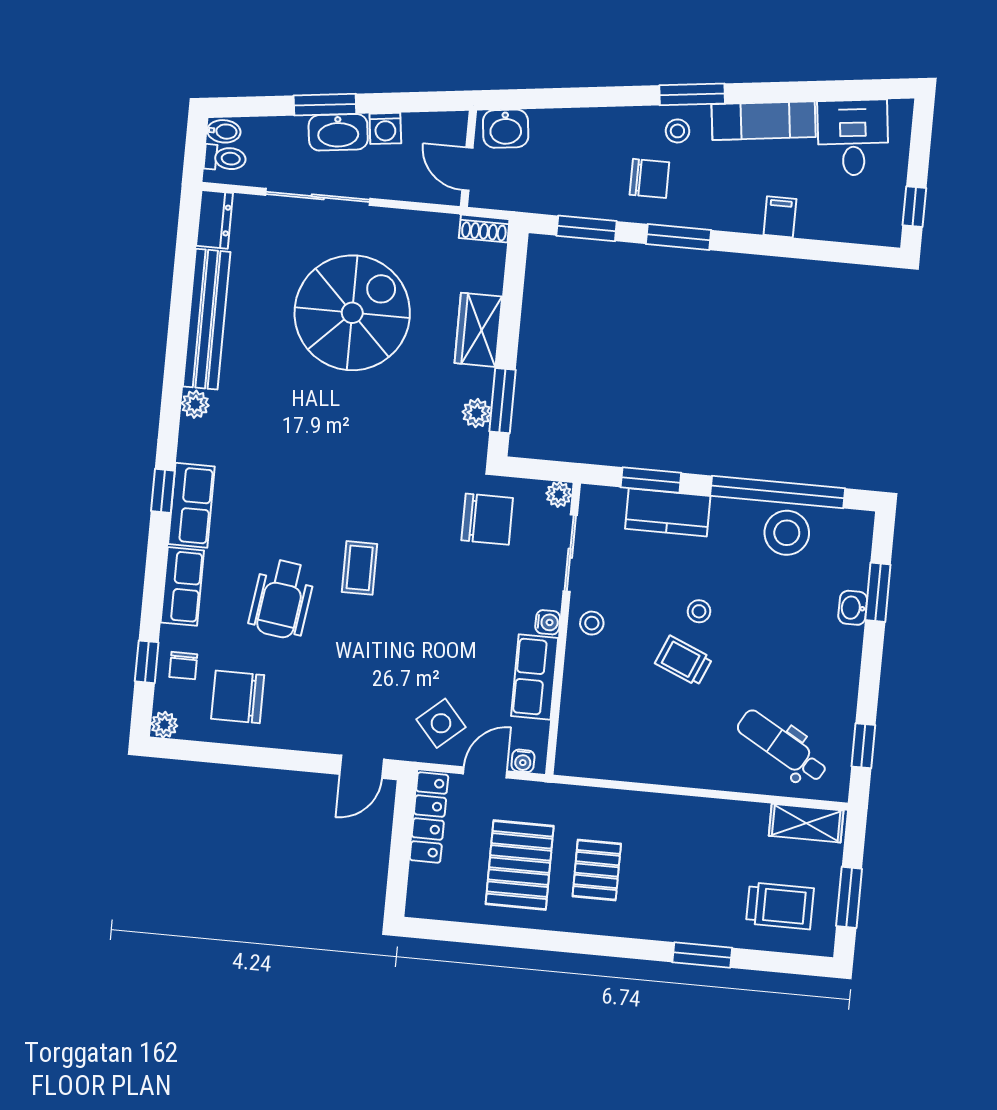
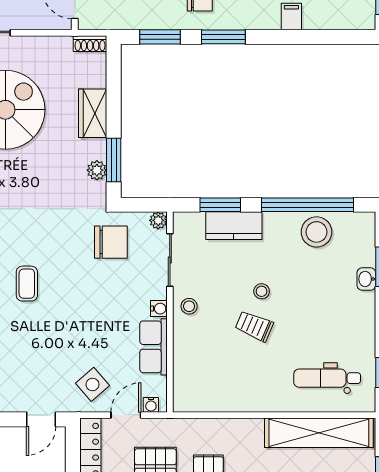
dental chair: (782, 746) -> (327, 378), turned -30
shelving: (806, 823) -> (319, 433), width x2.20, depth x1.33

